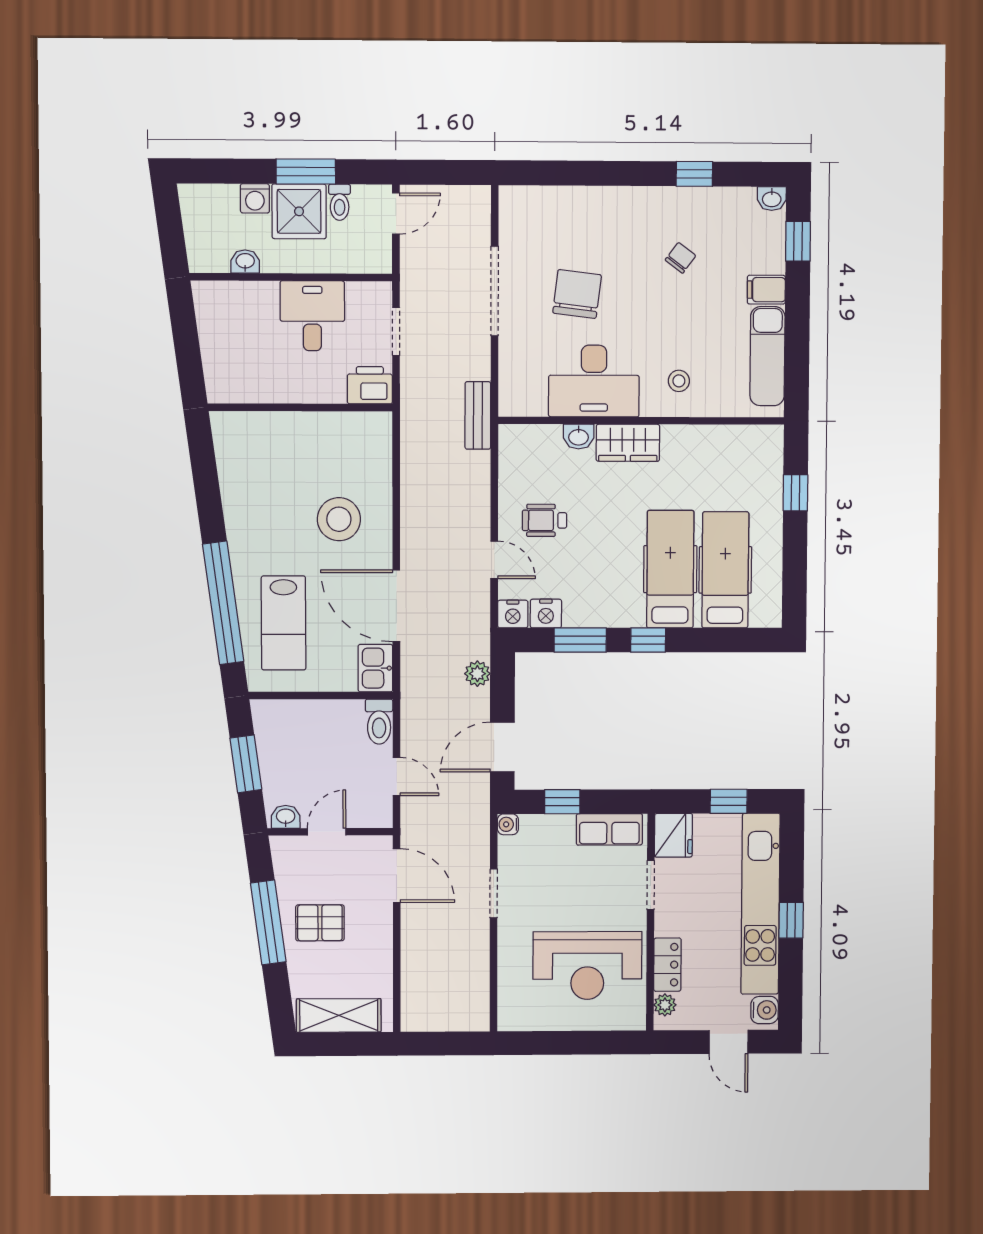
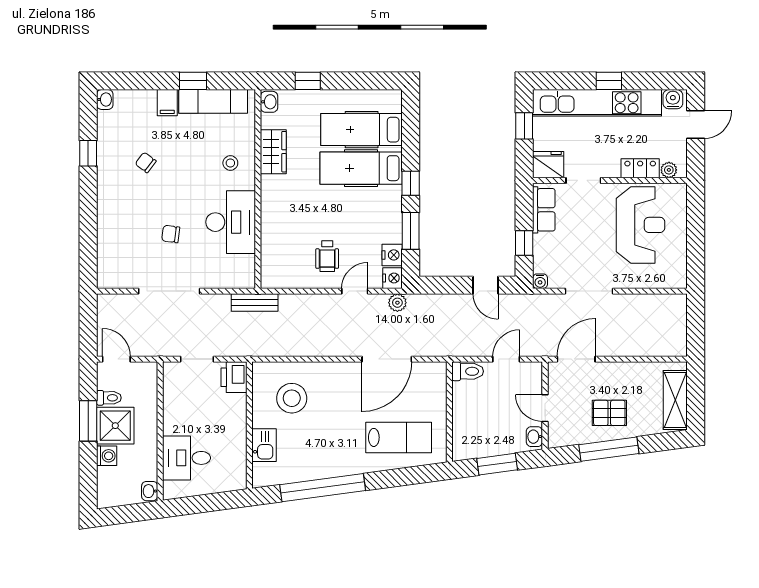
window: (798, 241) -> (193, 81), moved
washbasin: (245, 261) -> (150, 491), moved
chair: (577, 294) -> (171, 234), width x0.54, depth x0.54
desk: (312, 316) -> (187, 458), moved
washbasin: (579, 437) -> (269, 102), moved
wardrobe: (628, 443) -> (273, 152), moved
stool: (339, 519) -> (292, 398), moved
window: (223, 603) -> (323, 488), moved
kitchen sink: (375, 668) -> (264, 445), moved, turned -90
plant: (477, 674) -> (397, 303), moved
door: (502, 747) -> (486, 285), width x0.73
doorway: (494, 893) -> (589, 291), width x1.38
pallet: (320, 923) -> (609, 413), turned 90

